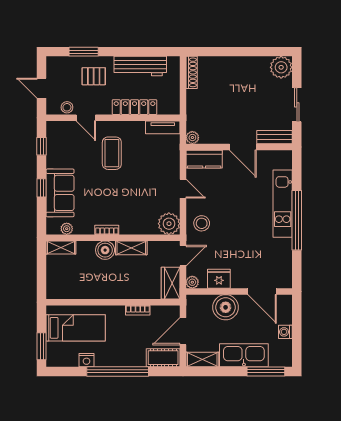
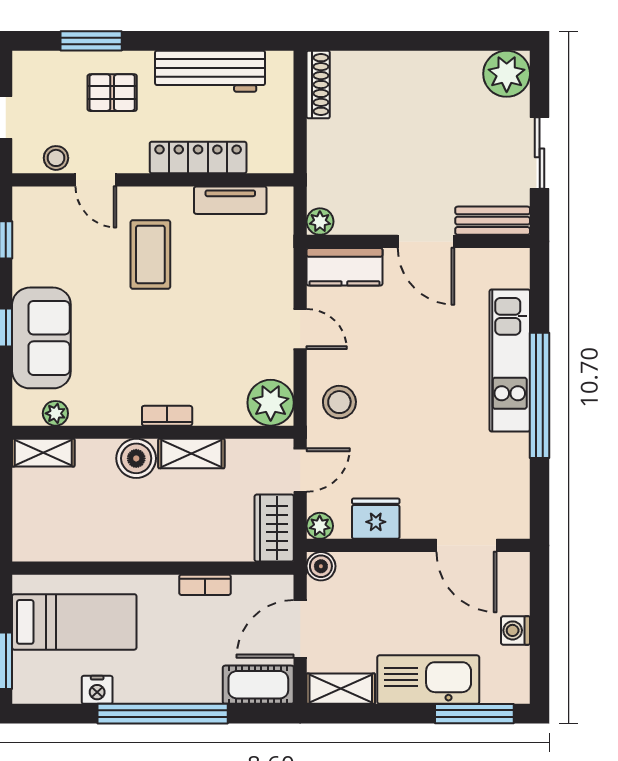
tv unit: (163, 127) -> (230, 200), moved
bookcase: (107, 230) -> (167, 416), moved
boiler: (226, 307) -> (321, 566), moved, width x0.54, depth x0.54

